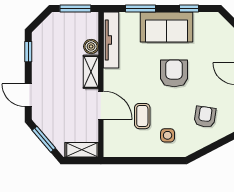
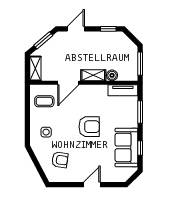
sofa: (166, 27) -> (126, 147), moved
tv unit: (111, 40) -> (123, 90), width x0.71
armchair: (174, 73) -> (89, 127), moved
coffee table: (142, 116) -> (44, 101), moved

